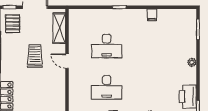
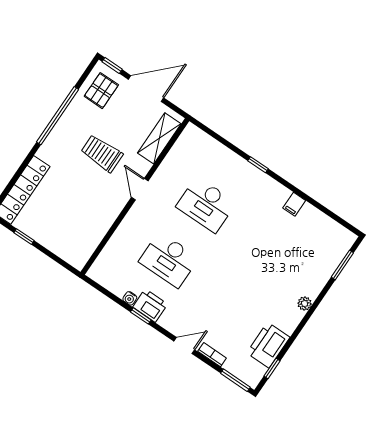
trolley: (35, 56) -> (102, 153), turned -90

